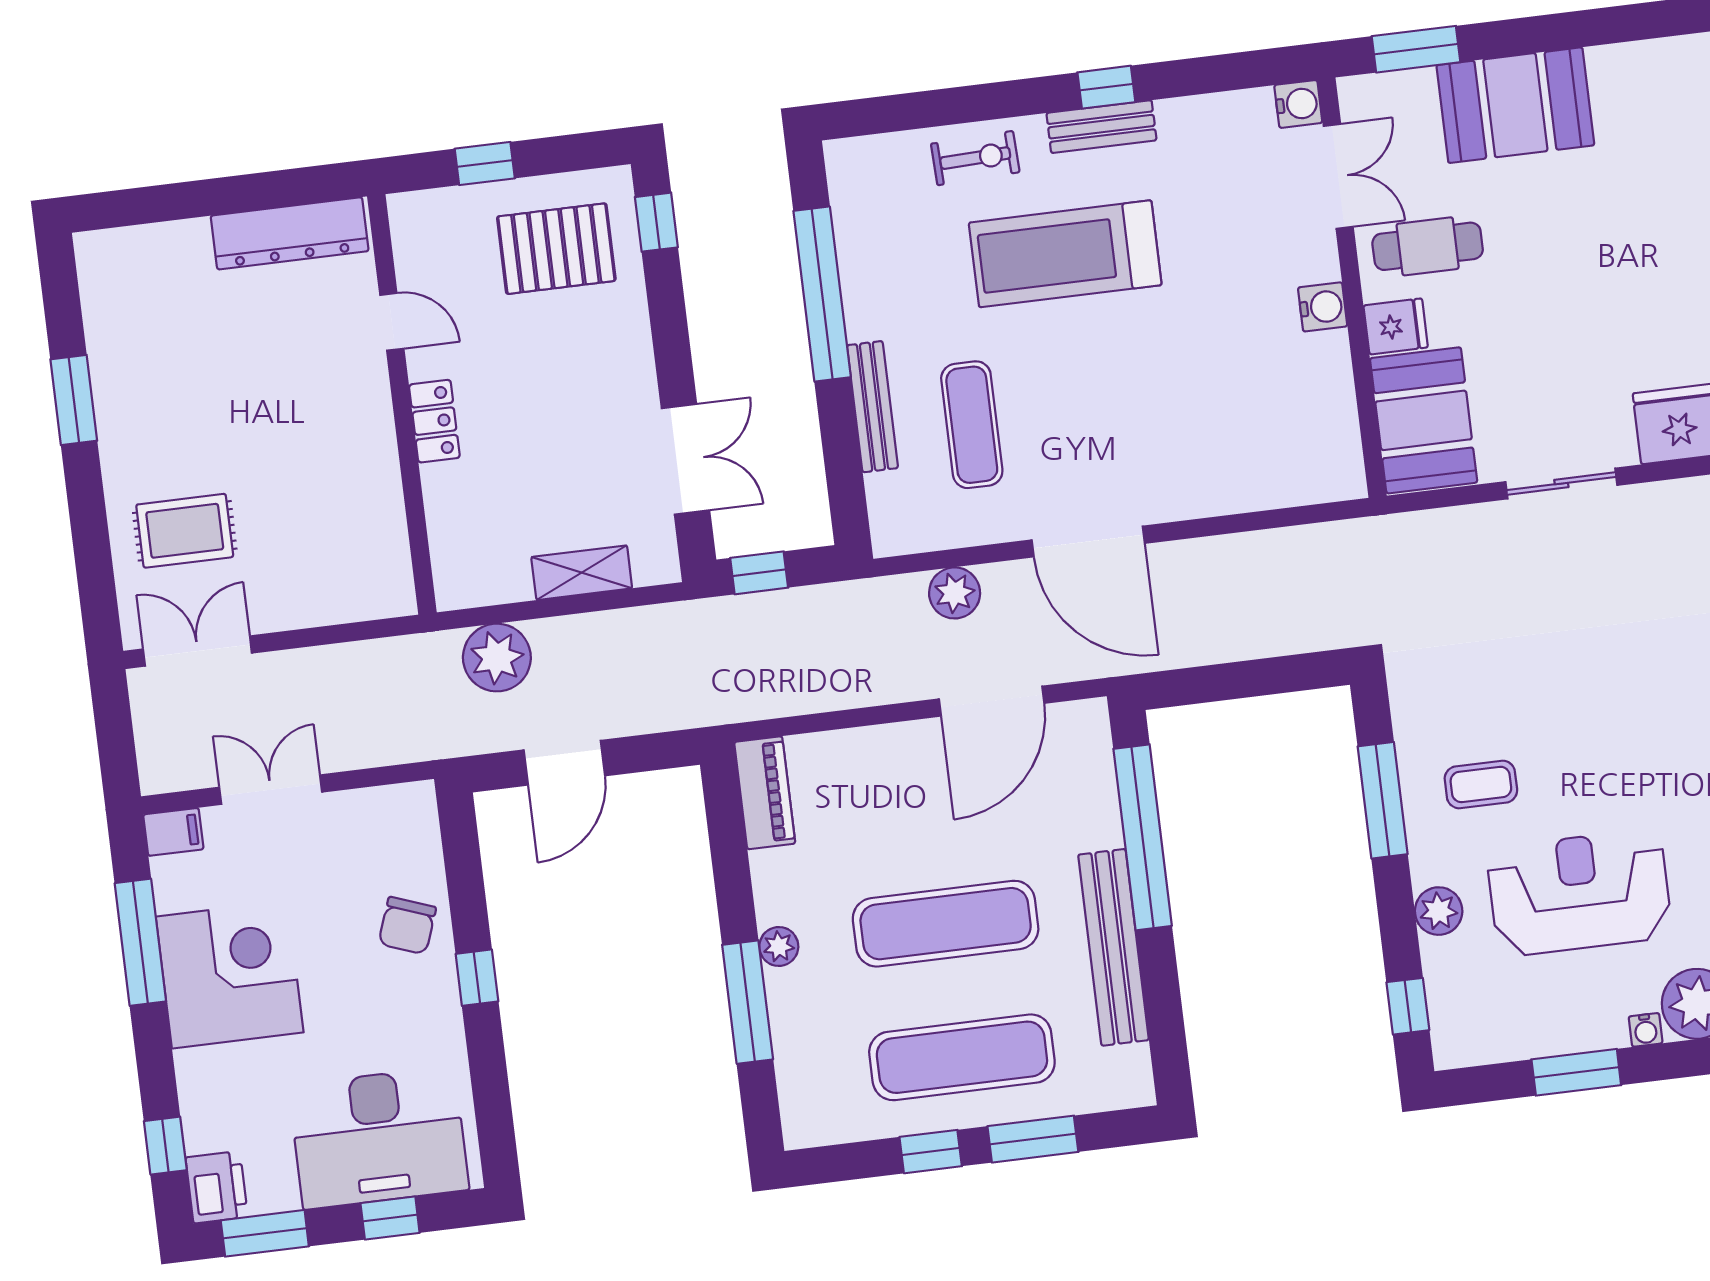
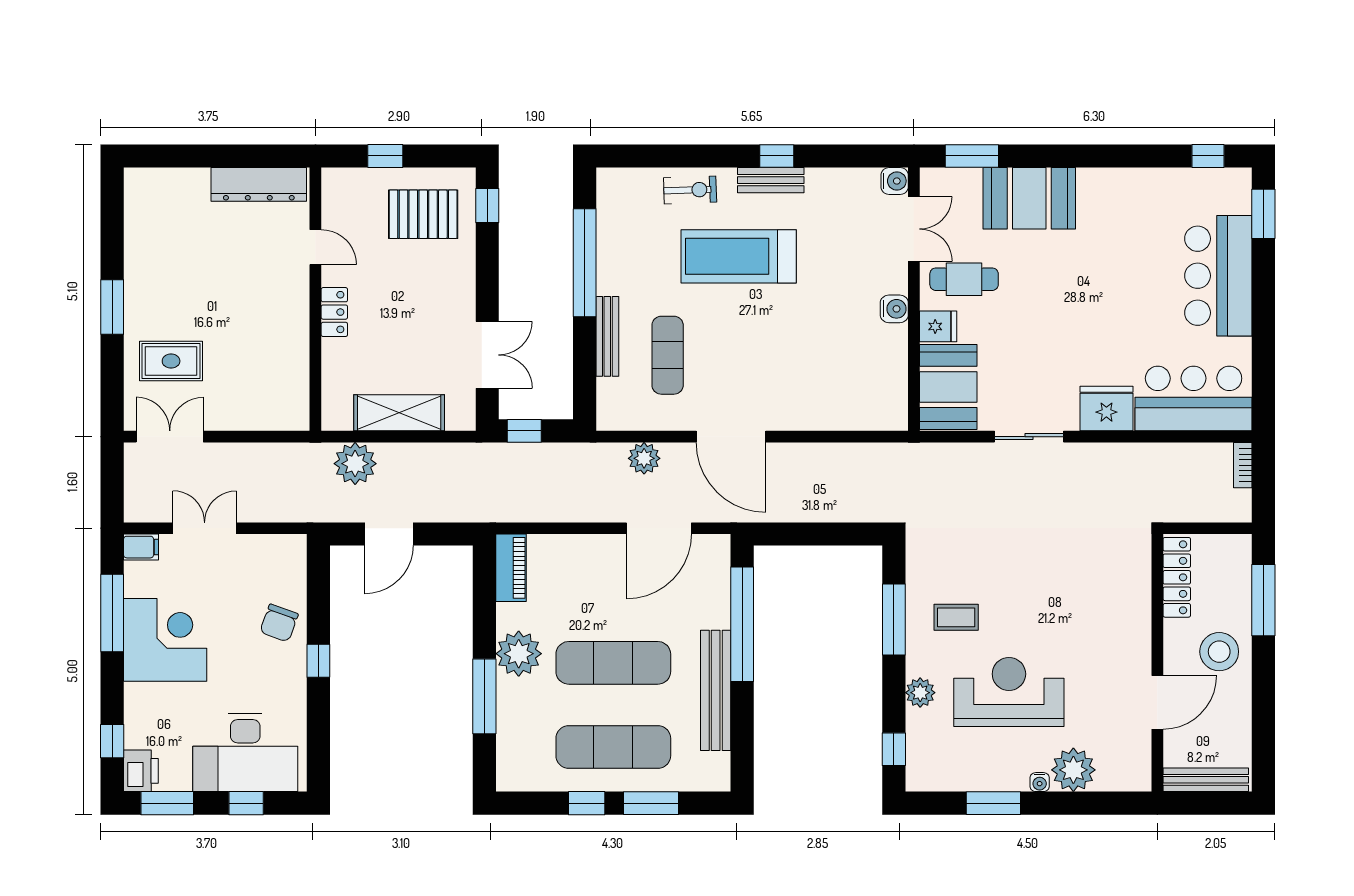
window: (74, 400) -> (112, 307), moved
shelving: (582, 573) -> (399, 413), width x1.50, depth x1.33
plant: (779, 946) -> (519, 654), width x1.88, depth x1.88

